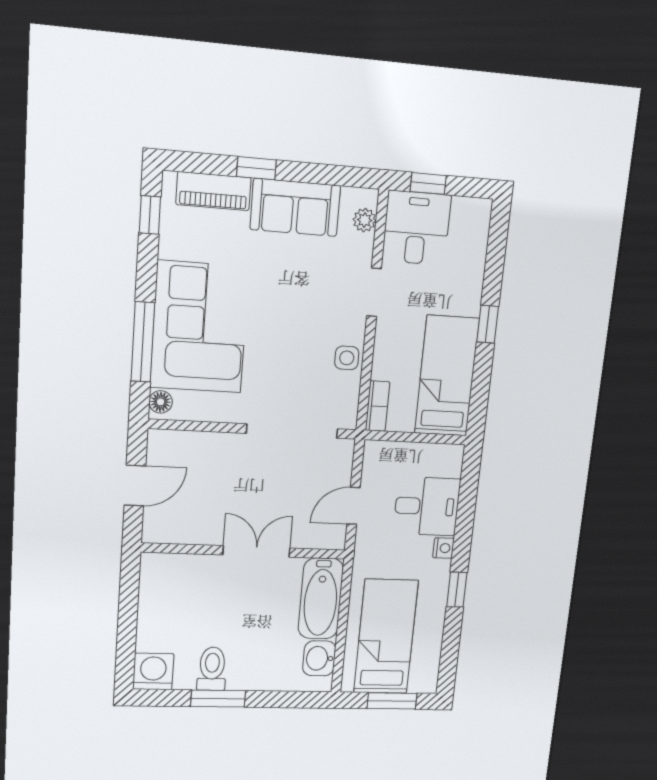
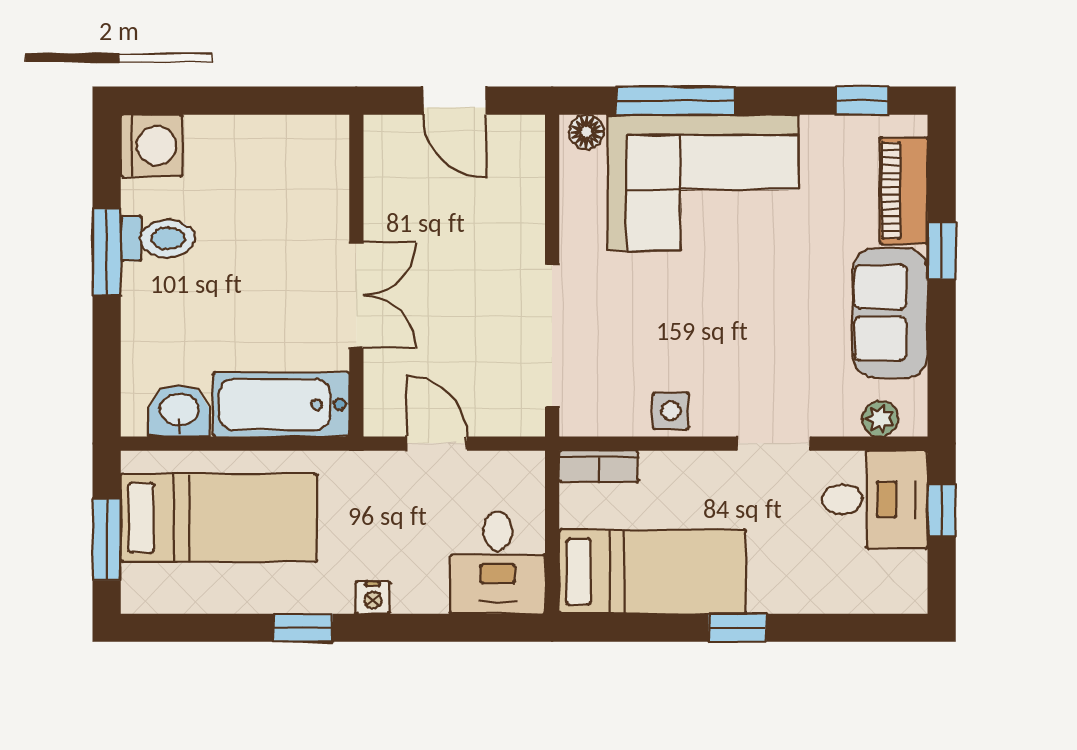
desk: (427, 506) -> (498, 563), moved

